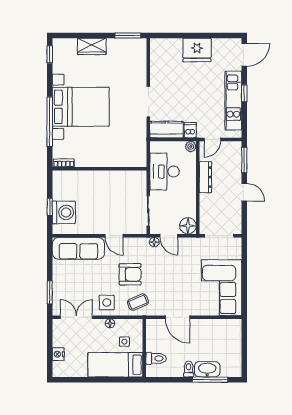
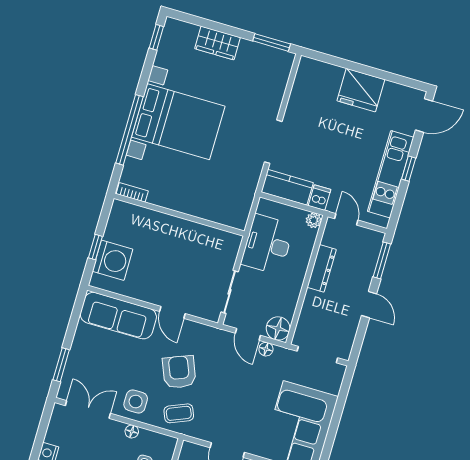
door: (212, 139) -> (346, 219), swing flipped
floor lamp: (154, 242) -> (266, 349), moved
armchair: (130, 274) -> (179, 372), turned -112

